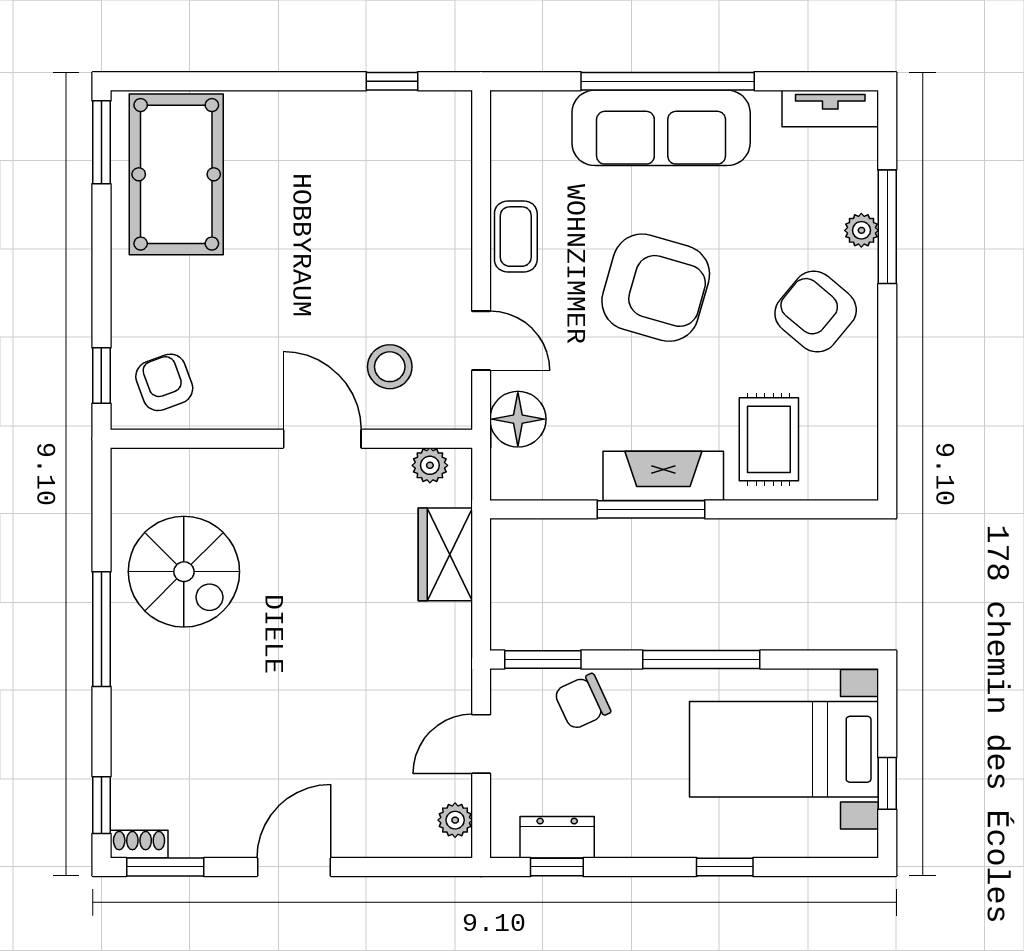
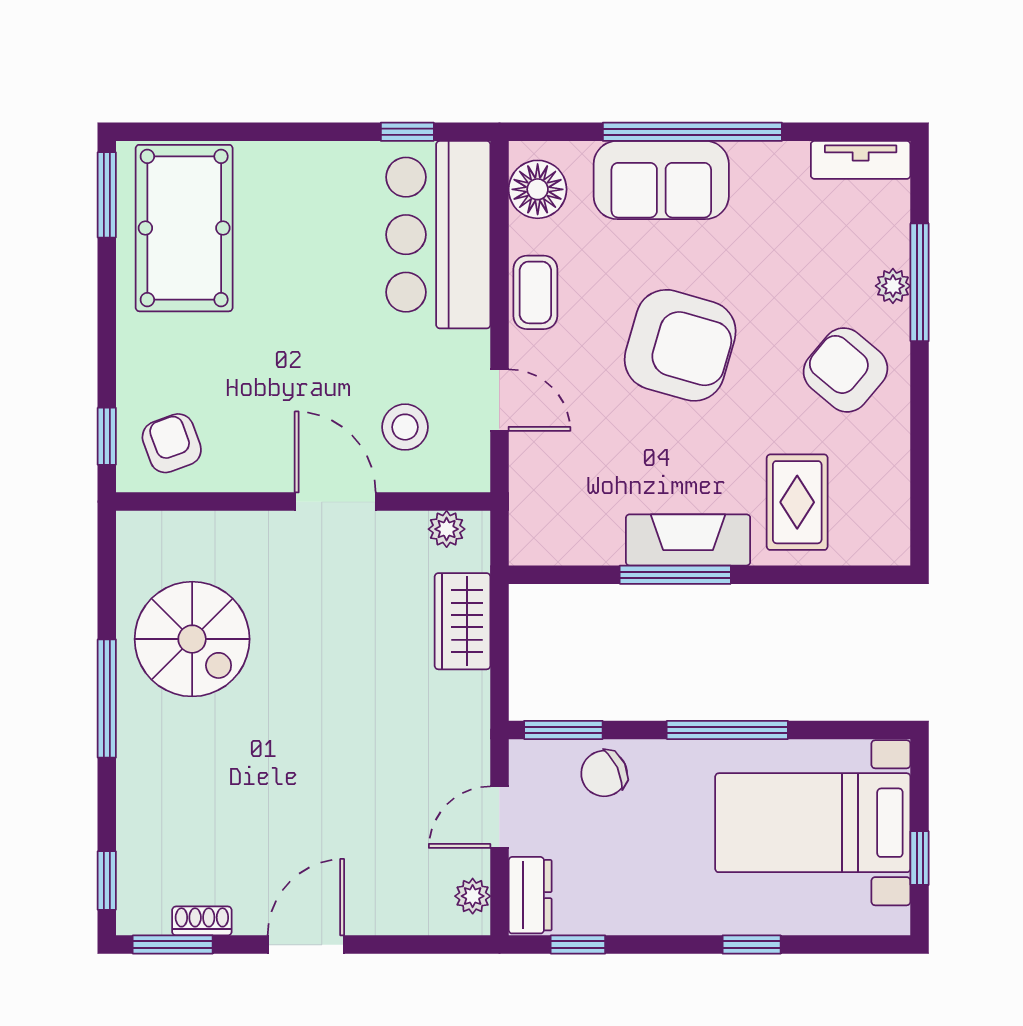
sofa: (661, 128) -> (661, 180), width x0.73
bar counter: (422, 181) -> (438, 235), added
floor lamp: (518, 419) -> (538, 189), moved
dresser: (557, 837) -> (530, 895), moved, turned 90
shoe rack: (139, 844) -> (202, 921), moved

